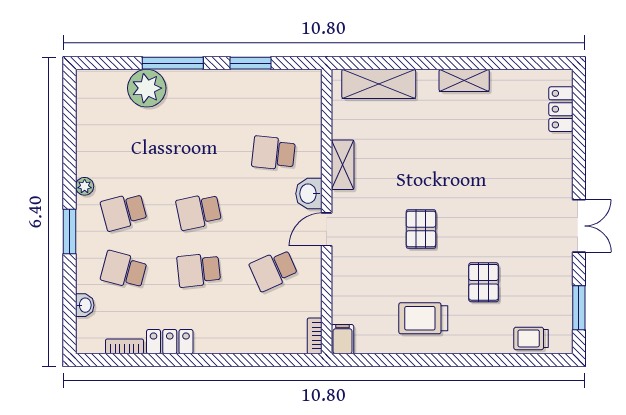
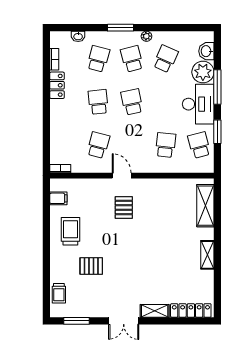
school desk: (274, 95) -> (199, 145), added
desk: (202, 96) -> (198, 104), added
locker: (561, 109) -> (191, 310), width x1.53
school desk: (124, 153) -> (166, 59), added
shelving: (343, 165) -> (155, 311), moved
washbasin: (309, 194) -> (206, 51), moved, turned -90
pallet: (421, 229) -> (124, 208), moved, turned 90
school desk: (274, 270) -> (98, 145), turned 39
trolley: (531, 338) -> (59, 293), turned 180
filing cabinet: (343, 339) -> (58, 198), moved

